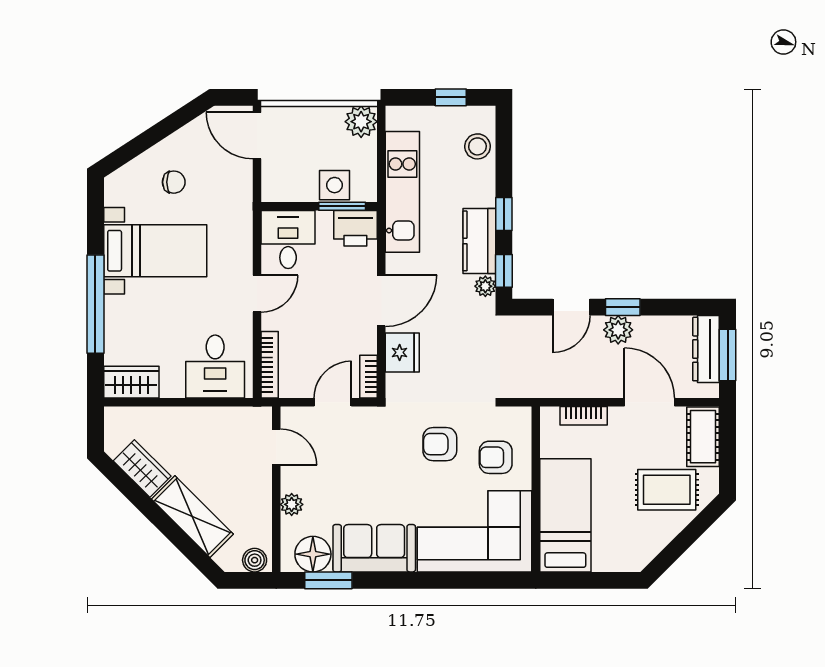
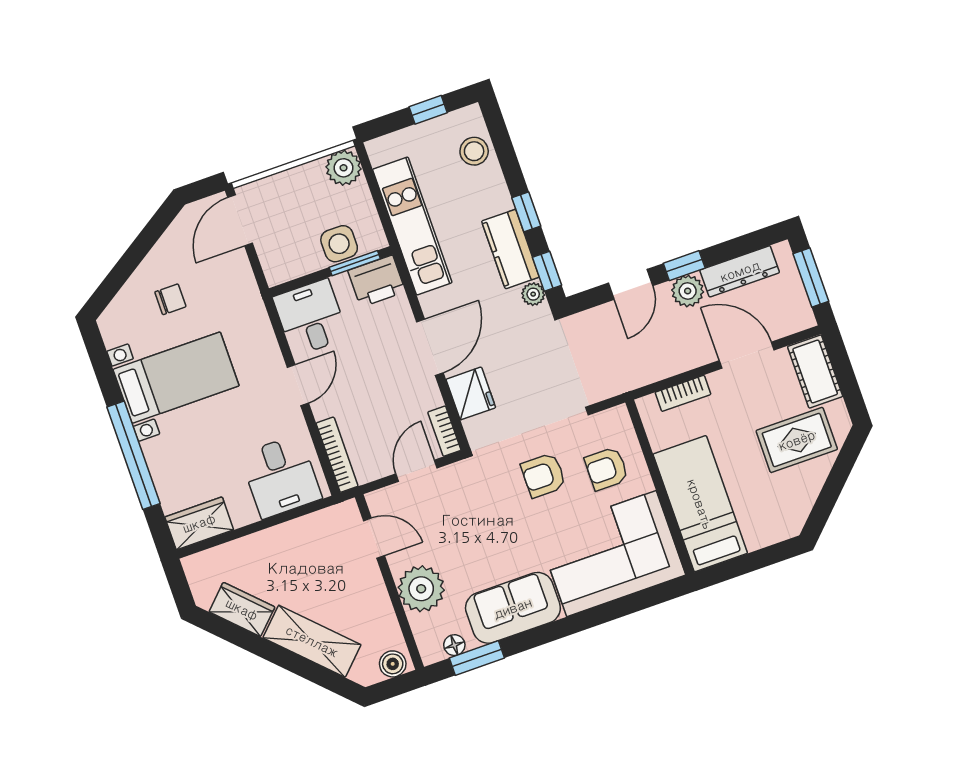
door: (257, 136) -> (240, 220), hinge flipped
dresser: (706, 349) -> (740, 271), moved, turned -90
plant: (292, 504) -> (421, 589), width x1.88, depth x1.88
floor lamp: (313, 554) -> (454, 645), width x0.53, depth x0.53

